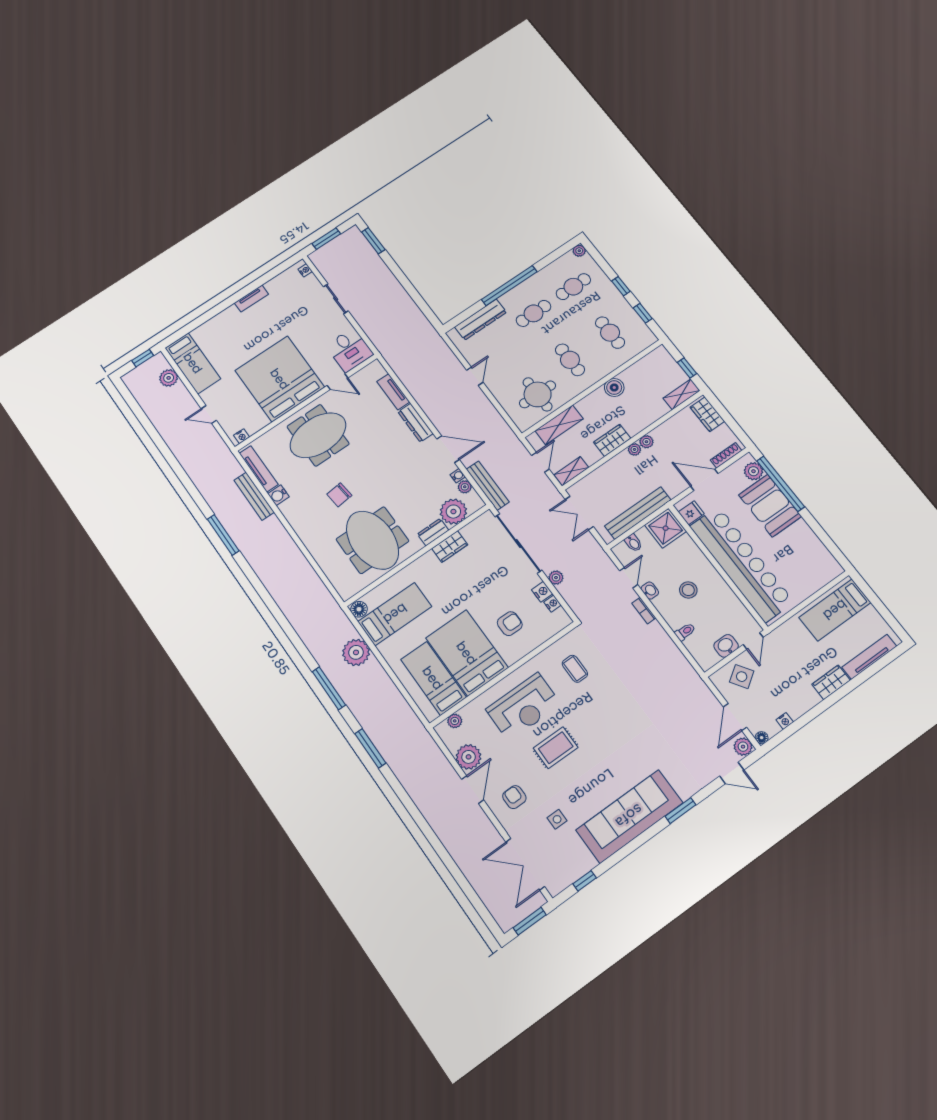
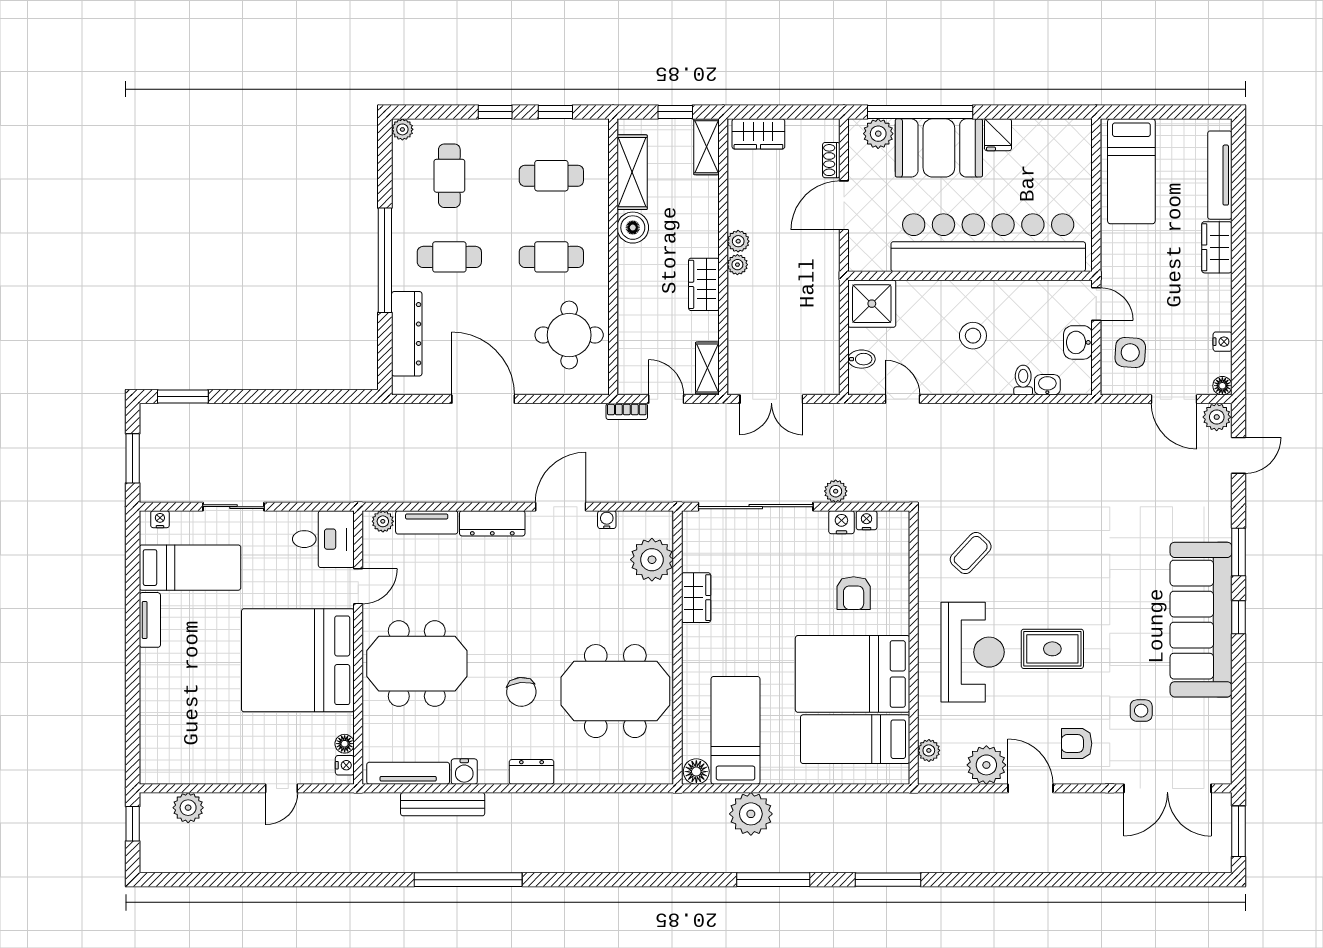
cafe table: (534, 313) -> (449, 257), turned 90
bed: (193, 363) -> (190, 568), moved
door: (475, 376) -> (483, 399), width x1.87
shelving: (559, 425) -> (632, 172), moved
floor lamp: (253, 429) -> (345, 744), added
meeting table: (318, 435) -> (417, 664), turned 90
shoe rack: (726, 455) -> (831, 160), width x0.70
bench: (488, 486) -> (649, 491), removed
plant: (465, 487) -> (383, 521), moved
bench: (638, 513) -> (826, 324), removed
fridge: (691, 513) -> (998, 135), moved, turned 180
dresser: (433, 532) -> (532, 772), moved, turned 90
window: (223, 535) -> (468, 880), width x1.46
washbasin: (650, 591) -> (1047, 385), moved
bookcase: (644, 611) -> (627, 411), moved
armchair: (510, 624) -> (854, 593), turned 180
coffee table: (575, 669) -> (971, 553), turned -47
side table: (742, 677) -> (1130, 353), turned 38
rug: (556, 748) -> (1052, 649), turned 90
window: (585, 881) -> (1238, 617), moved

